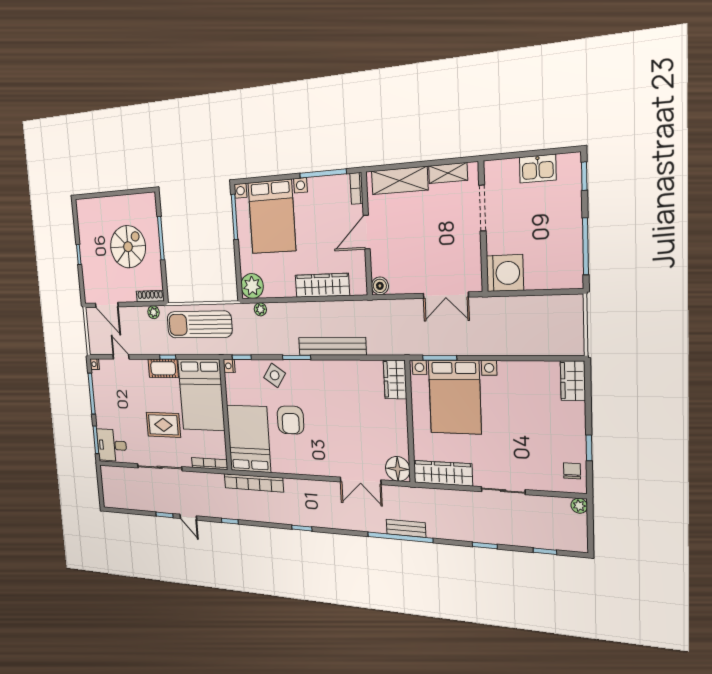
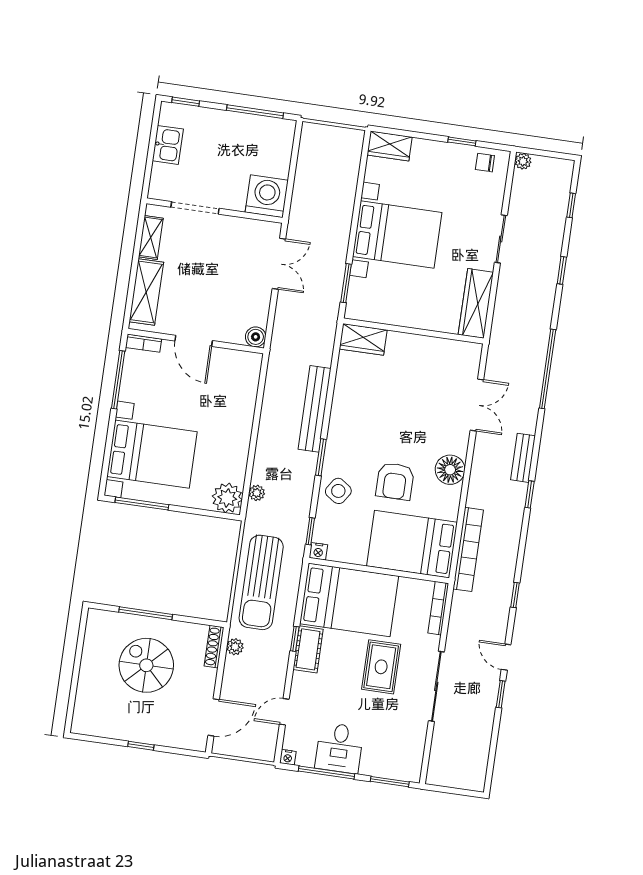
wardrobe: (322, 285) -> (243, 407), removed
bed with nightstands: (455, 397) -> (397, 235), moved
armchair: (290, 420) -> (395, 481), turned 90
desk: (112, 445) -> (339, 748), moved
floor lamp: (398, 469) -> (450, 470), moved
door: (188, 517) -> (506, 657), swing flipped
bench: (406, 528) -> (523, 458), moved

